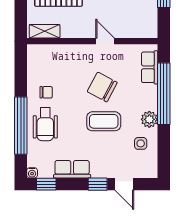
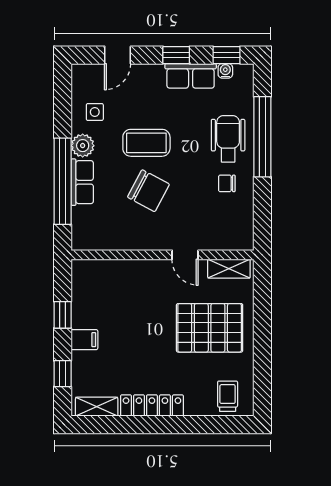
door: (105, 41) -> (185, 255), moved
row of seats: (150, 67) -> (82, 182), moved
water cooler: (32, 173) -> (225, 71), moved
window: (98, 184) -> (176, 55), moved
door: (124, 184) -> (118, 55), swing flipped

